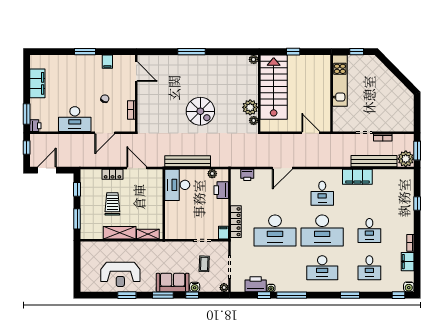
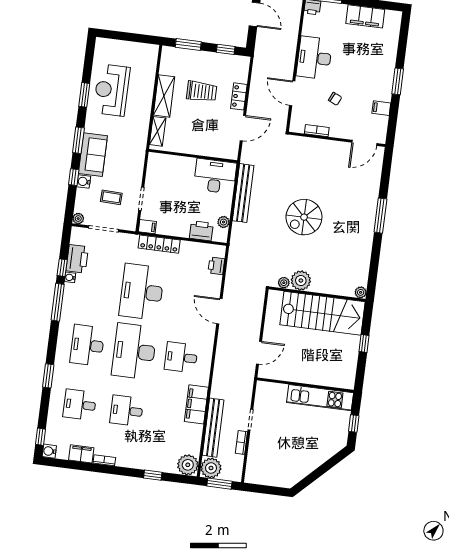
plant: (406, 177) -> (188, 465), added

